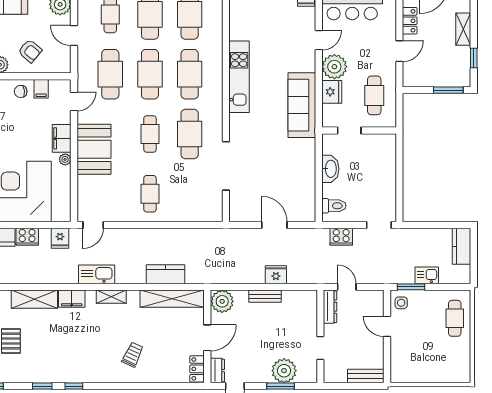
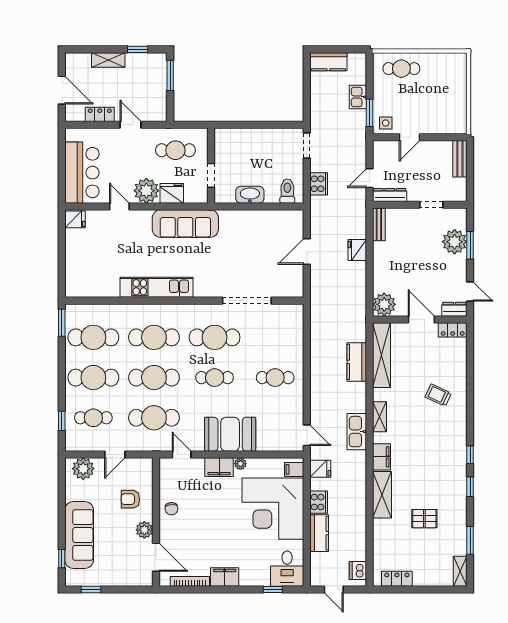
armchair: (30, 51) -> (130, 499), turned -130
filing cabinet: (41, 89) -> (294, 469), moved, turned 180
bench: (265, 296) -> (379, 224), moved

